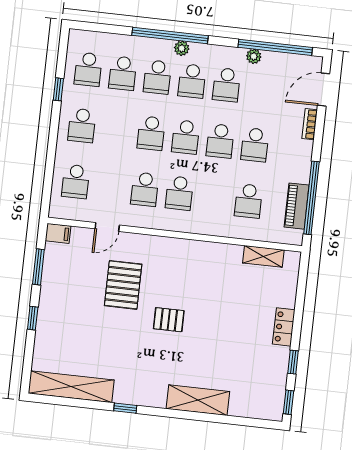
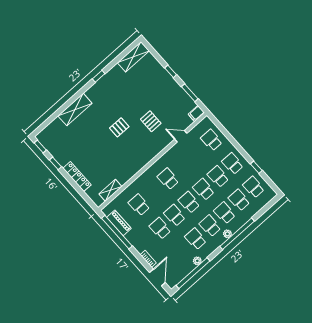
school desk: (145, 189) -> (218, 176), moved
door: (107, 227) -> (181, 136), hinge flipped
pallet: (123, 285) -> (151, 121), width x0.67, depth x0.71
locker: (284, 327) -> (77, 177), width x1.53
shelving: (71, 387) -> (133, 57), width x0.68

